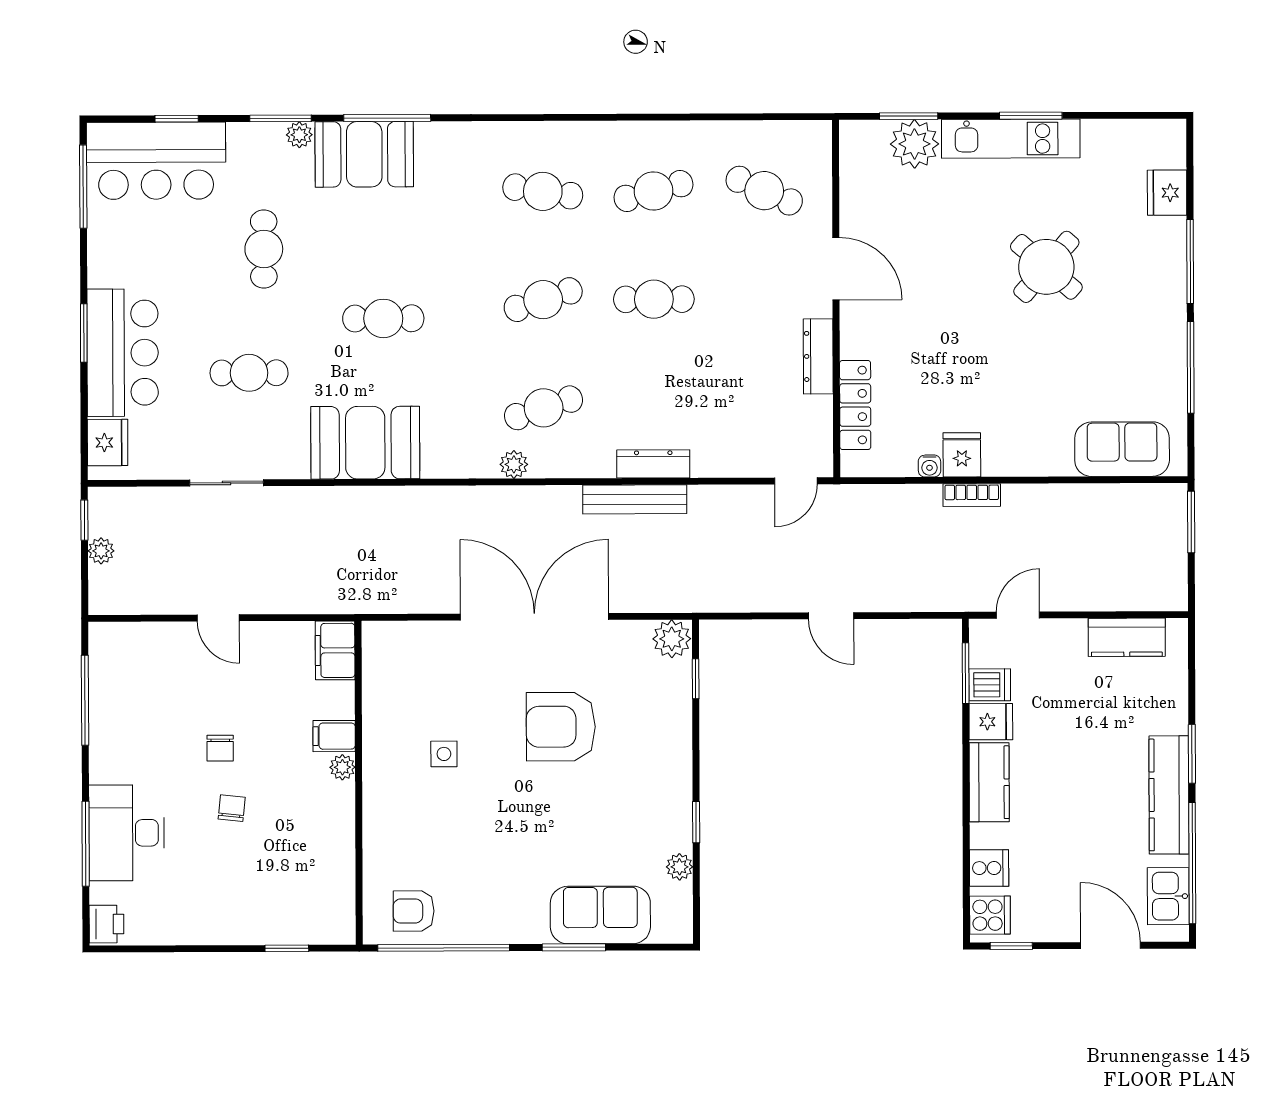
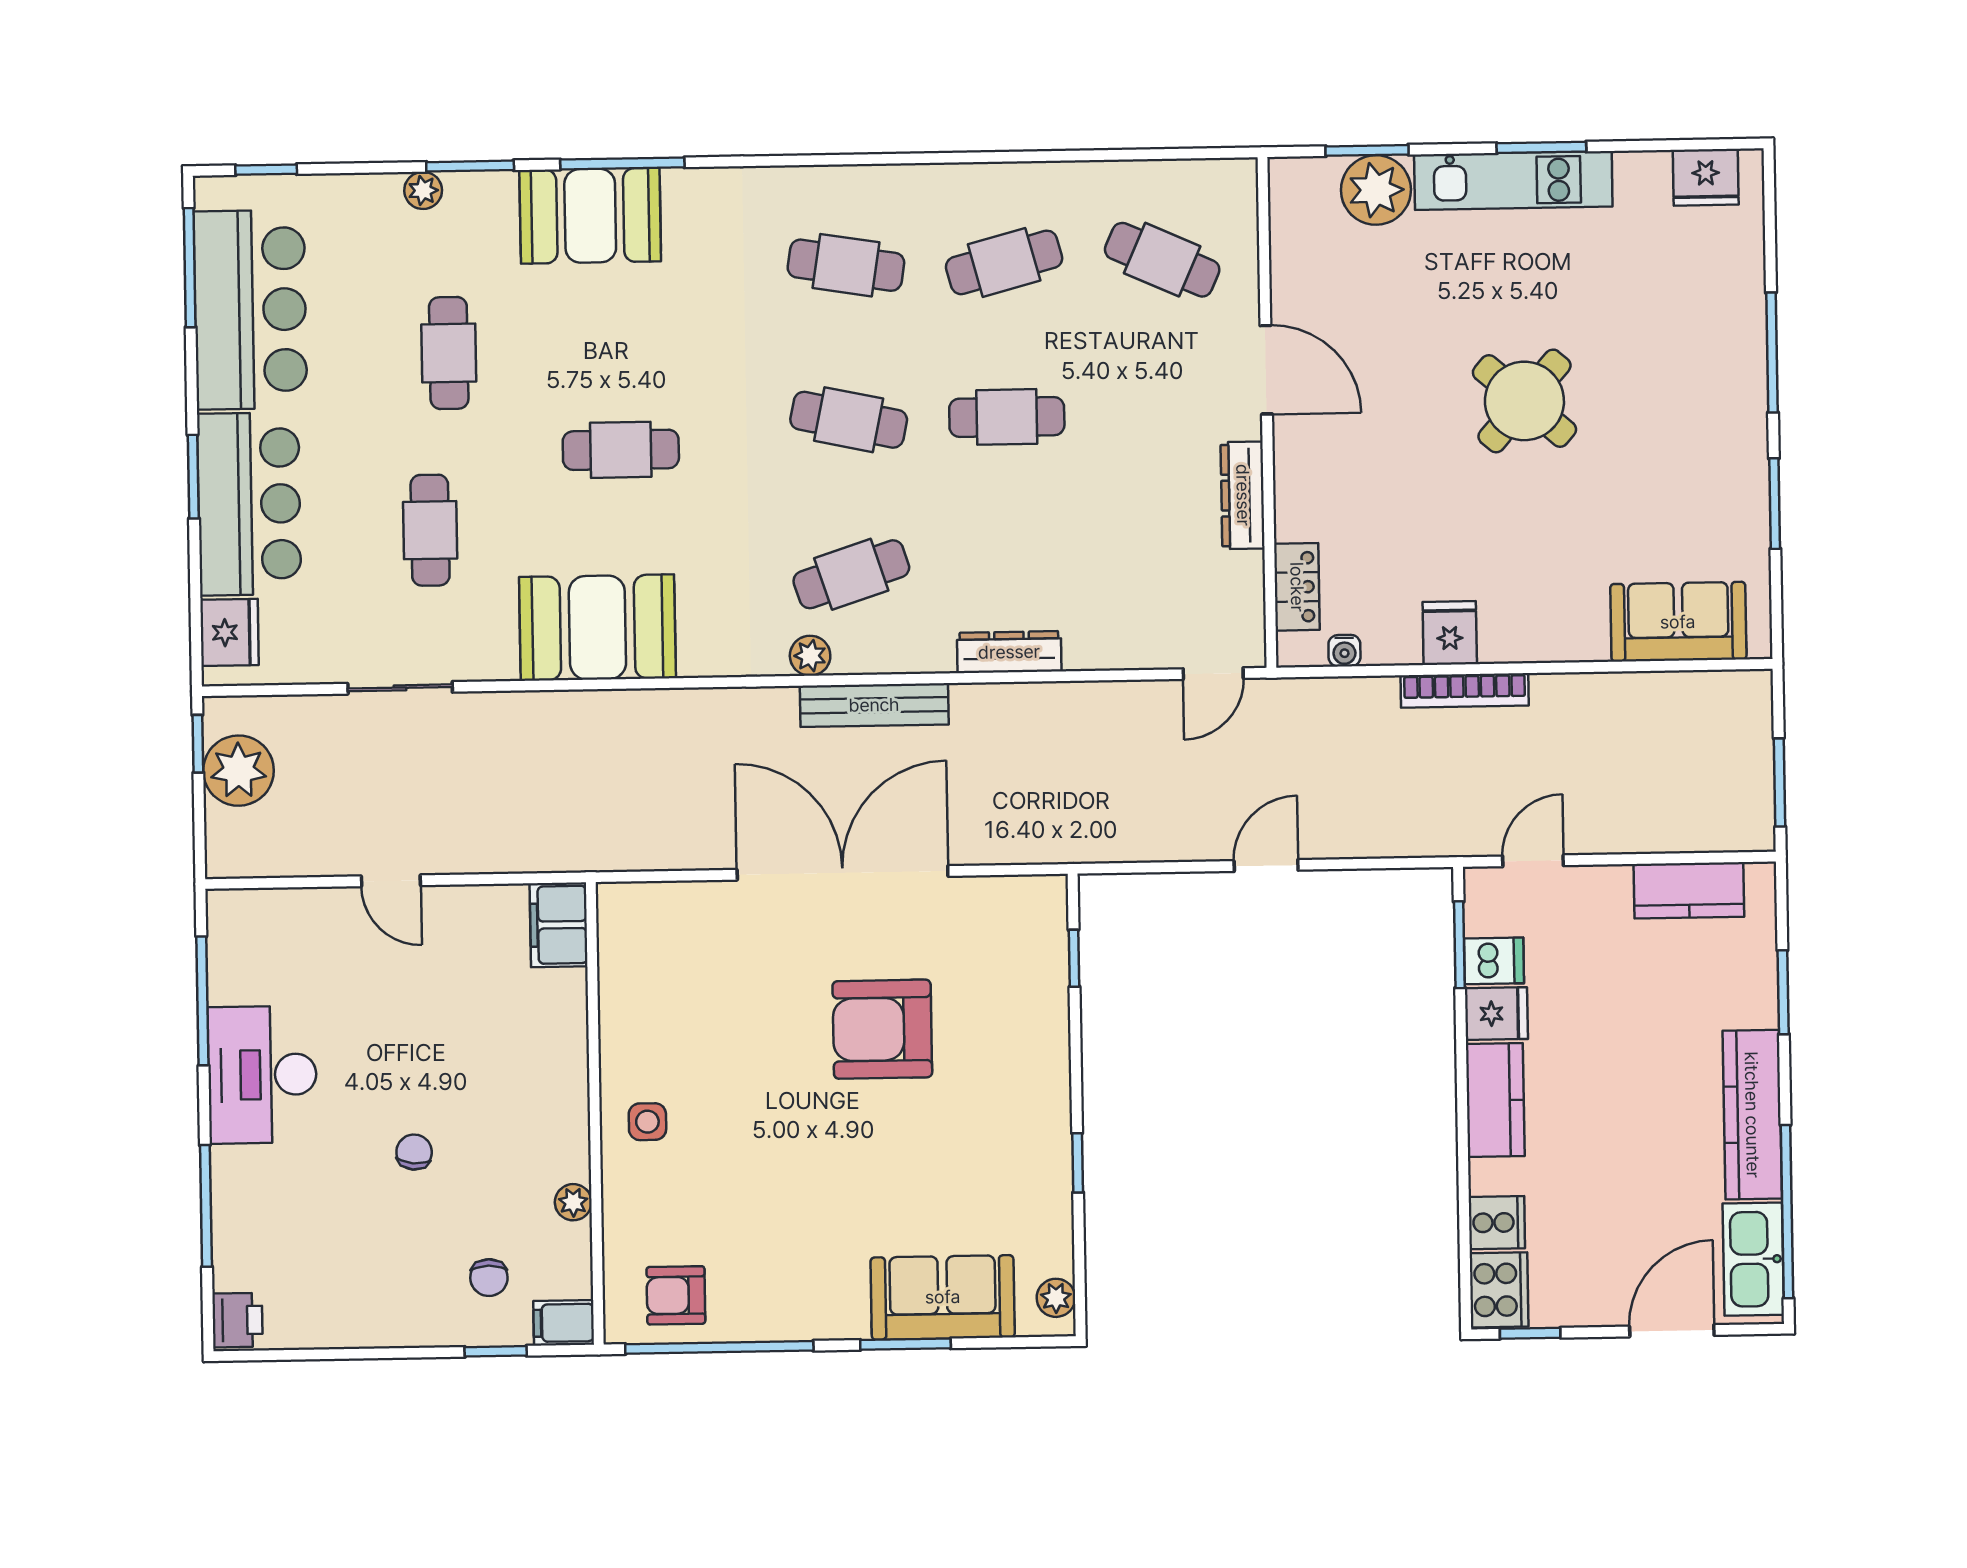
window: (177, 119) -> (266, 170), moved
plant: (299, 135) -> (423, 190), moved
bar counter: (156, 161) -> (250, 310), moved, turned -90
fridge: (1167, 193) -> (1706, 177), moved, turned -90
round table: (1046, 267) -> (1524, 401), moved
cafe table: (543, 300) -> (849, 420), turned 30
window: (1191, 367) -> (1775, 504), width x0.69
cafe table: (249, 373) -> (430, 530), turned 90
locker: (855, 405) -> (1297, 587), width x0.66
water cooler: (930, 466) -> (1344, 651), moved
bookcase: (972, 495) -> (1465, 690), width x1.56
bench: (635, 499) -> (874, 705), moved
window: (1191, 522) -> (1779, 782), moved
plant: (101, 551) -> (238, 771), width x1.88, depth x1.88
door: (831, 616) -> (1266, 865), swing flipped
plant: (672, 639) -> (1039, 902), removed
filing cabinet: (334, 736) -> (564, 1323), moved
chair: (220, 748) -> (489, 1278), moved
side table: (444, 754) -> (647, 1122), moved
window: (1192, 754) -> (1783, 992), moved
plant: (342, 767) -> (573, 1202), moved
desk: (127, 833) -> (262, 1075), moved
plant: (680, 867) -> (1056, 1298), moved
kitchen sink: (1168, 896) -> (1753, 1259), width x1.38
cooker: (990, 915) -> (1499, 1290), width x1.36
door: (1111, 945) -> (1672, 1331), hinge flipped

